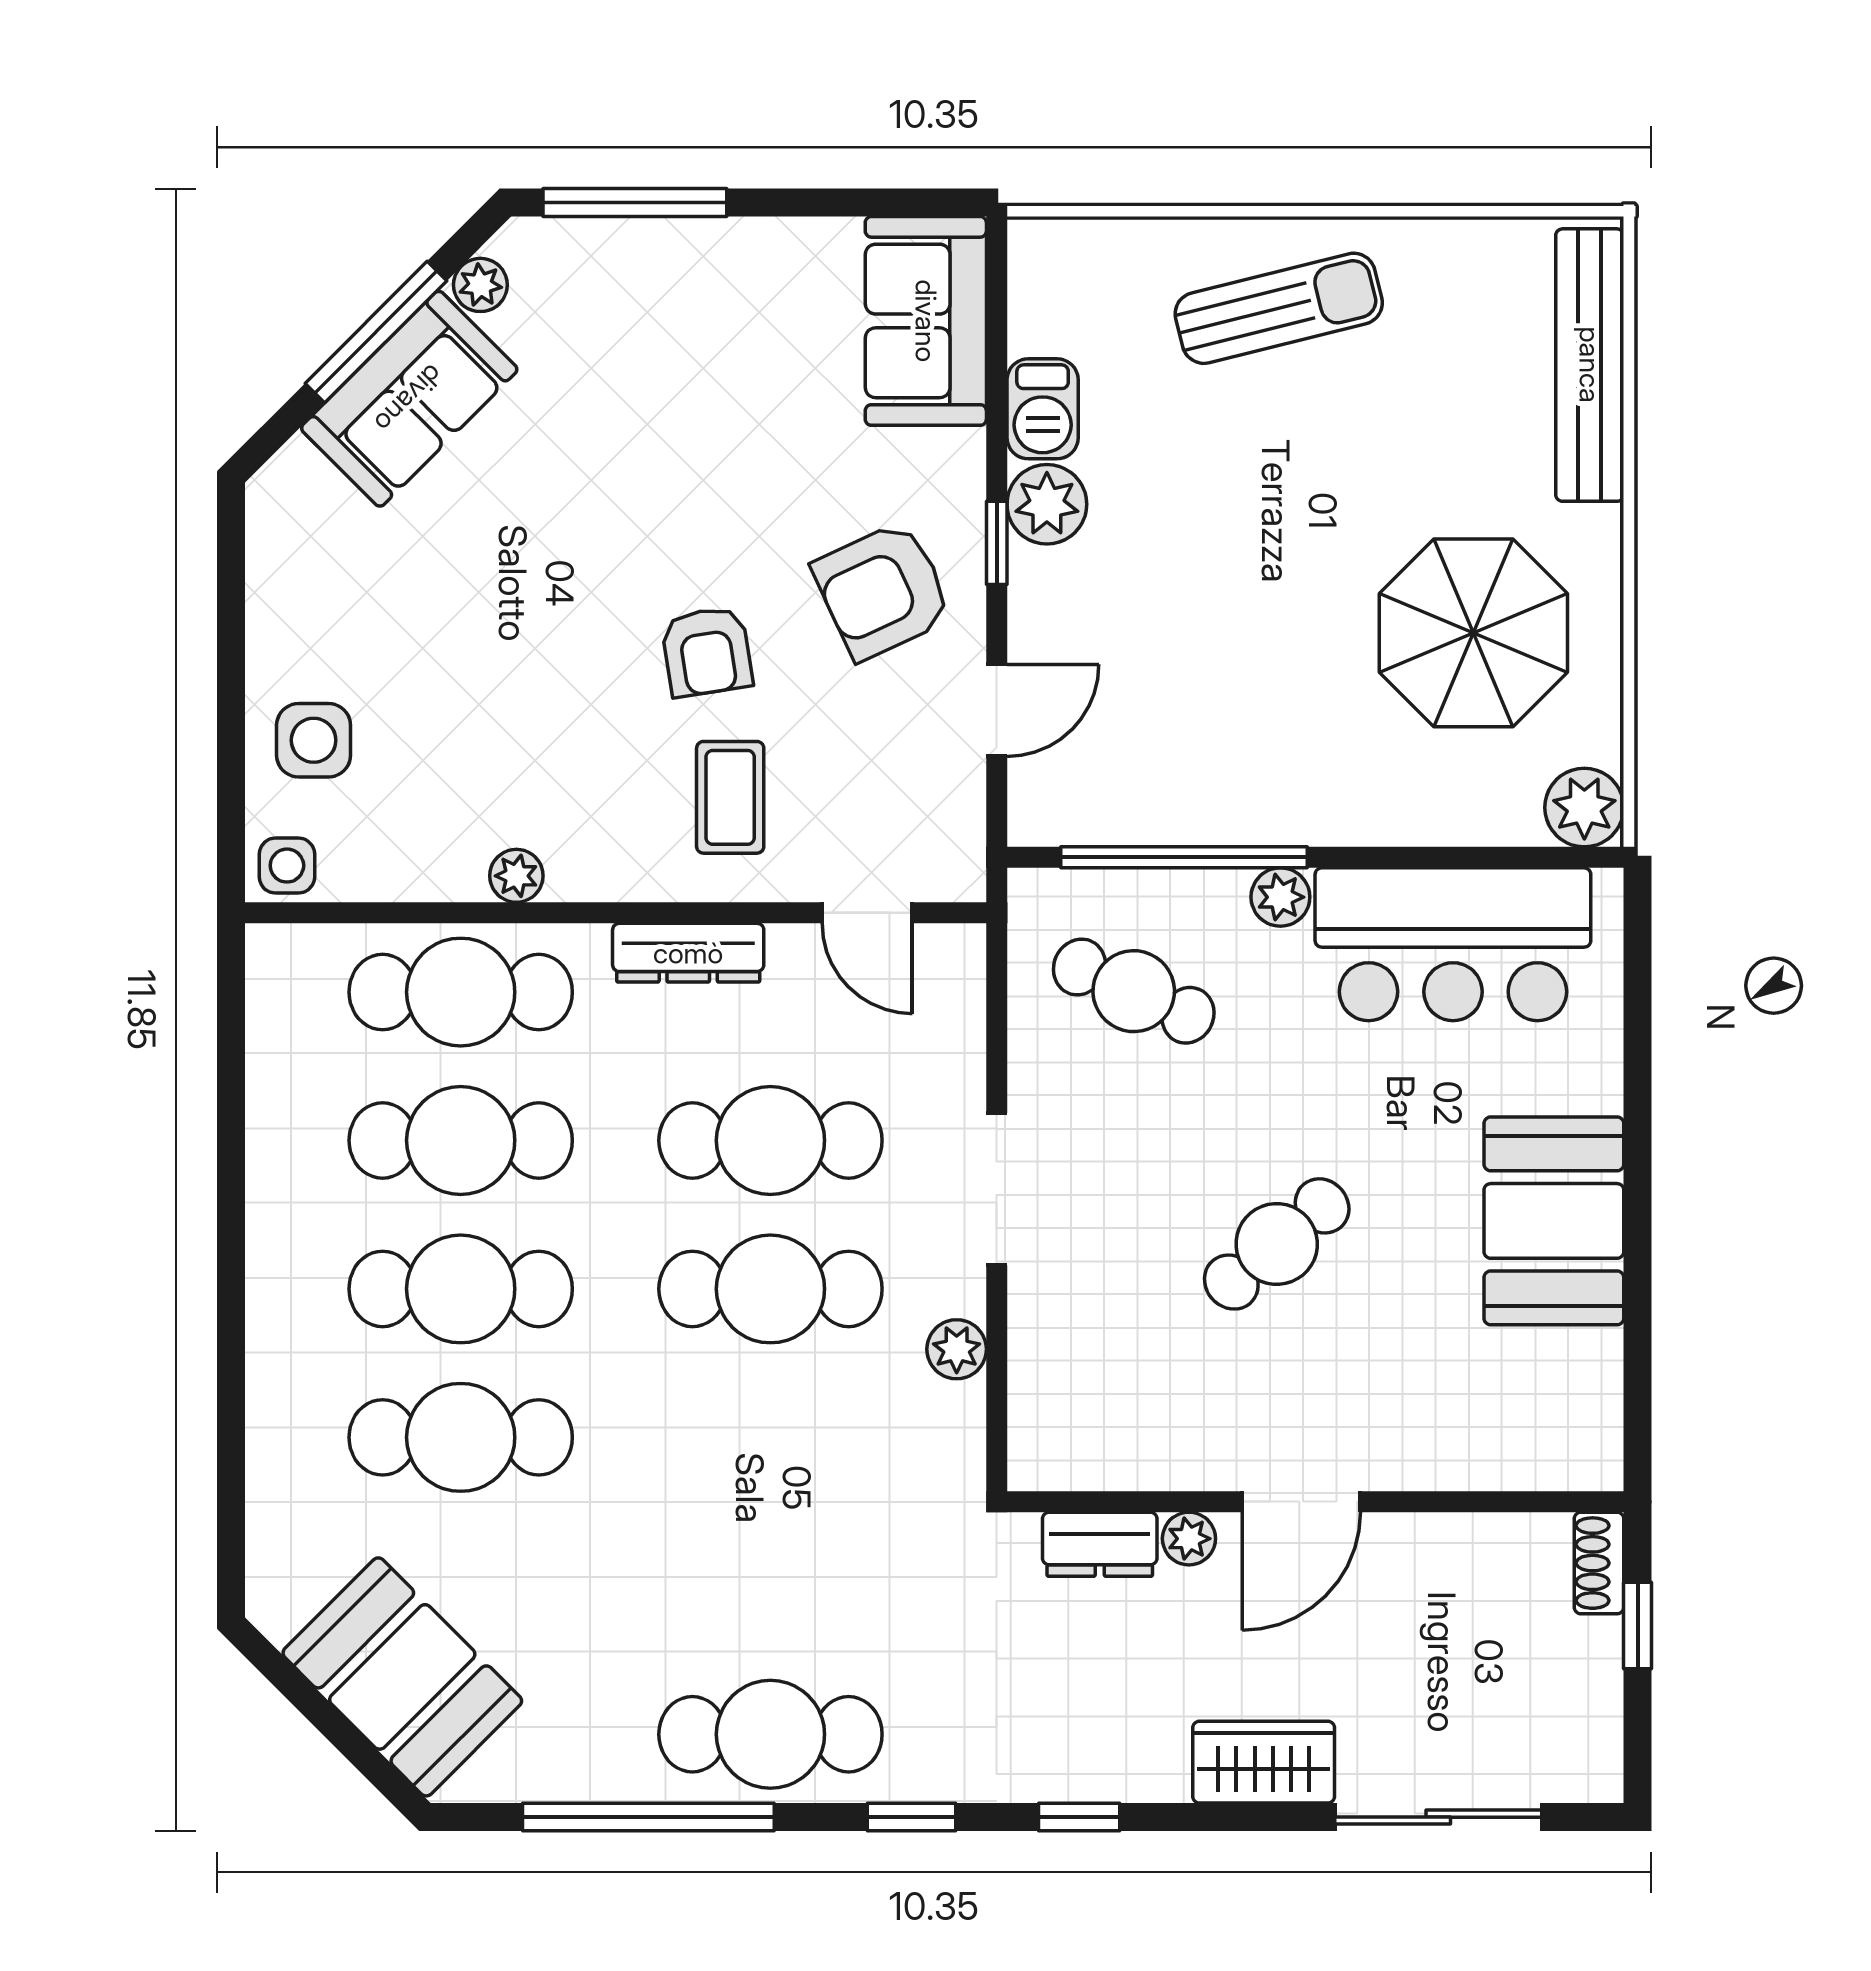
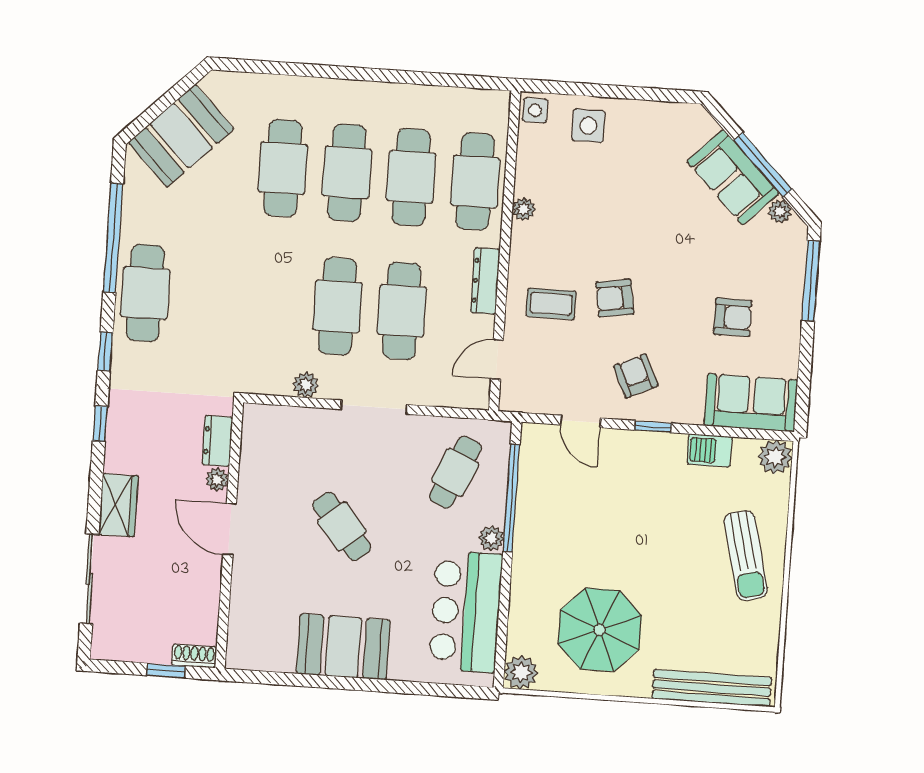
armchair: (732, 377) -> (733, 317), added
plant: (1047, 504) -> (775, 457), moved
armchair: (883, 591) -> (636, 376), width x0.72, depth x0.72

